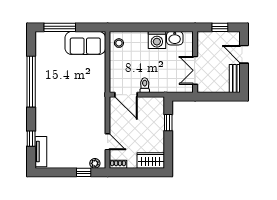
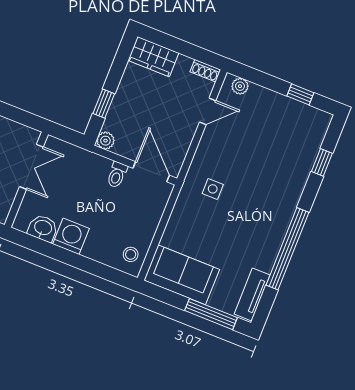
side table: (87, 99) -> (213, 189), added
plant: (159, 102) -> (105, 141), added
door: (108, 142) -> (208, 111), swing flipped
tv unit: (41, 152) -> (252, 294), moved
window: (84, 172) -> (300, 94), moved

